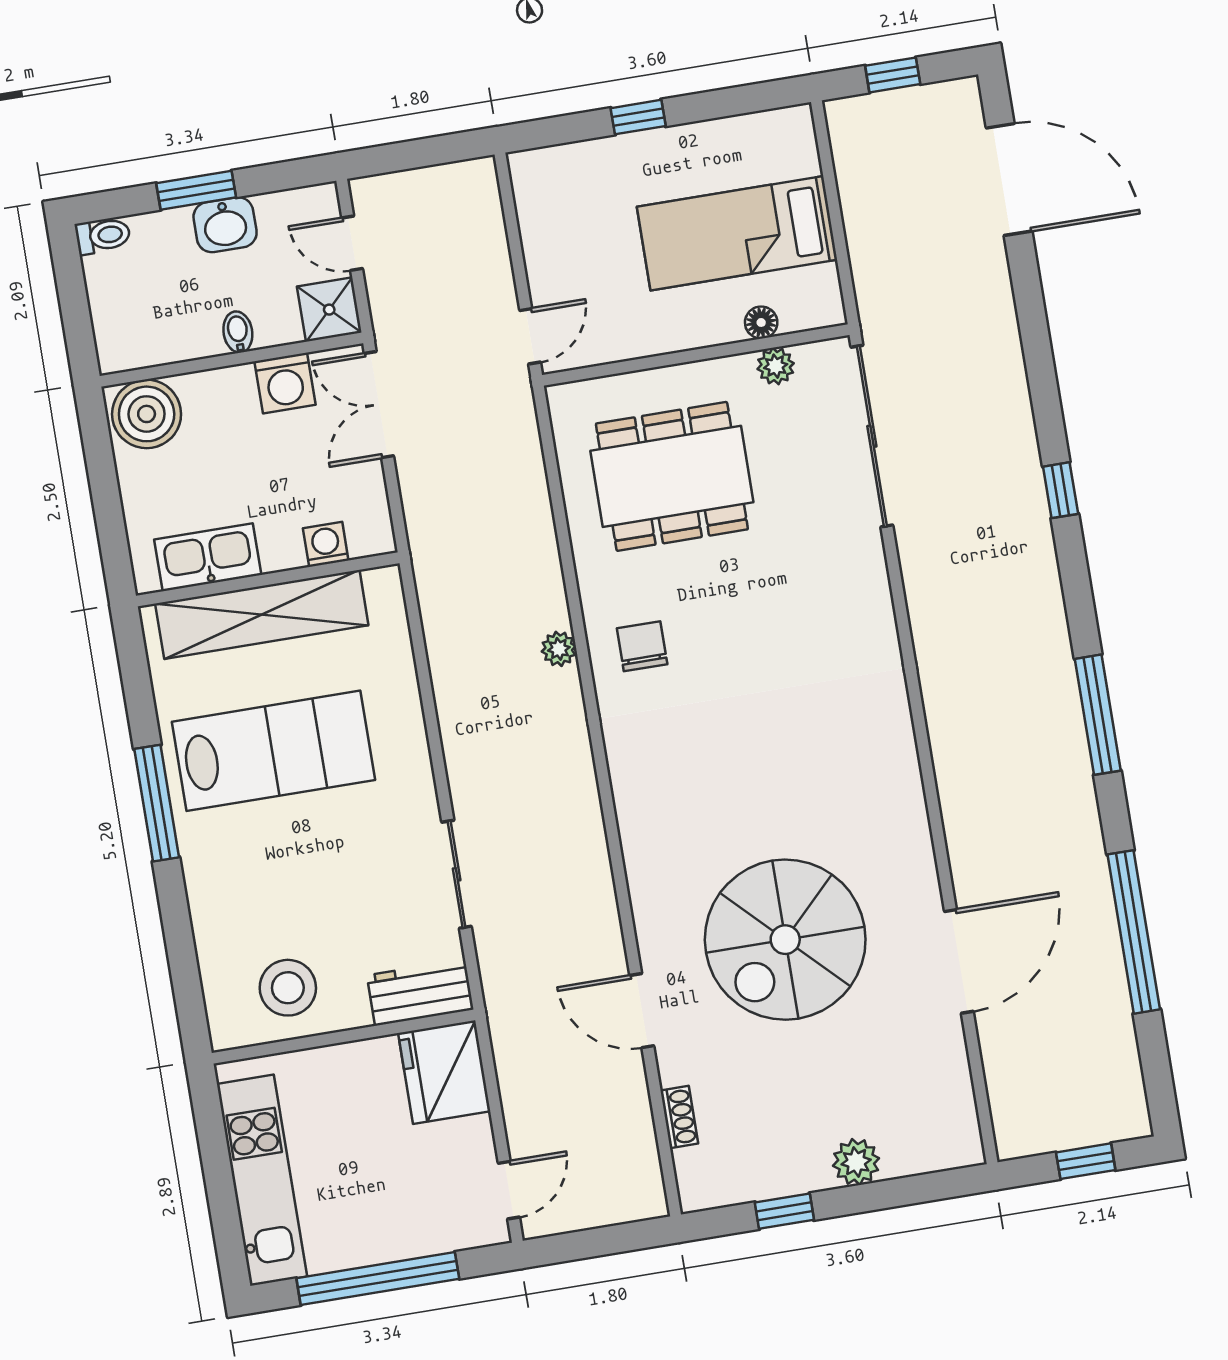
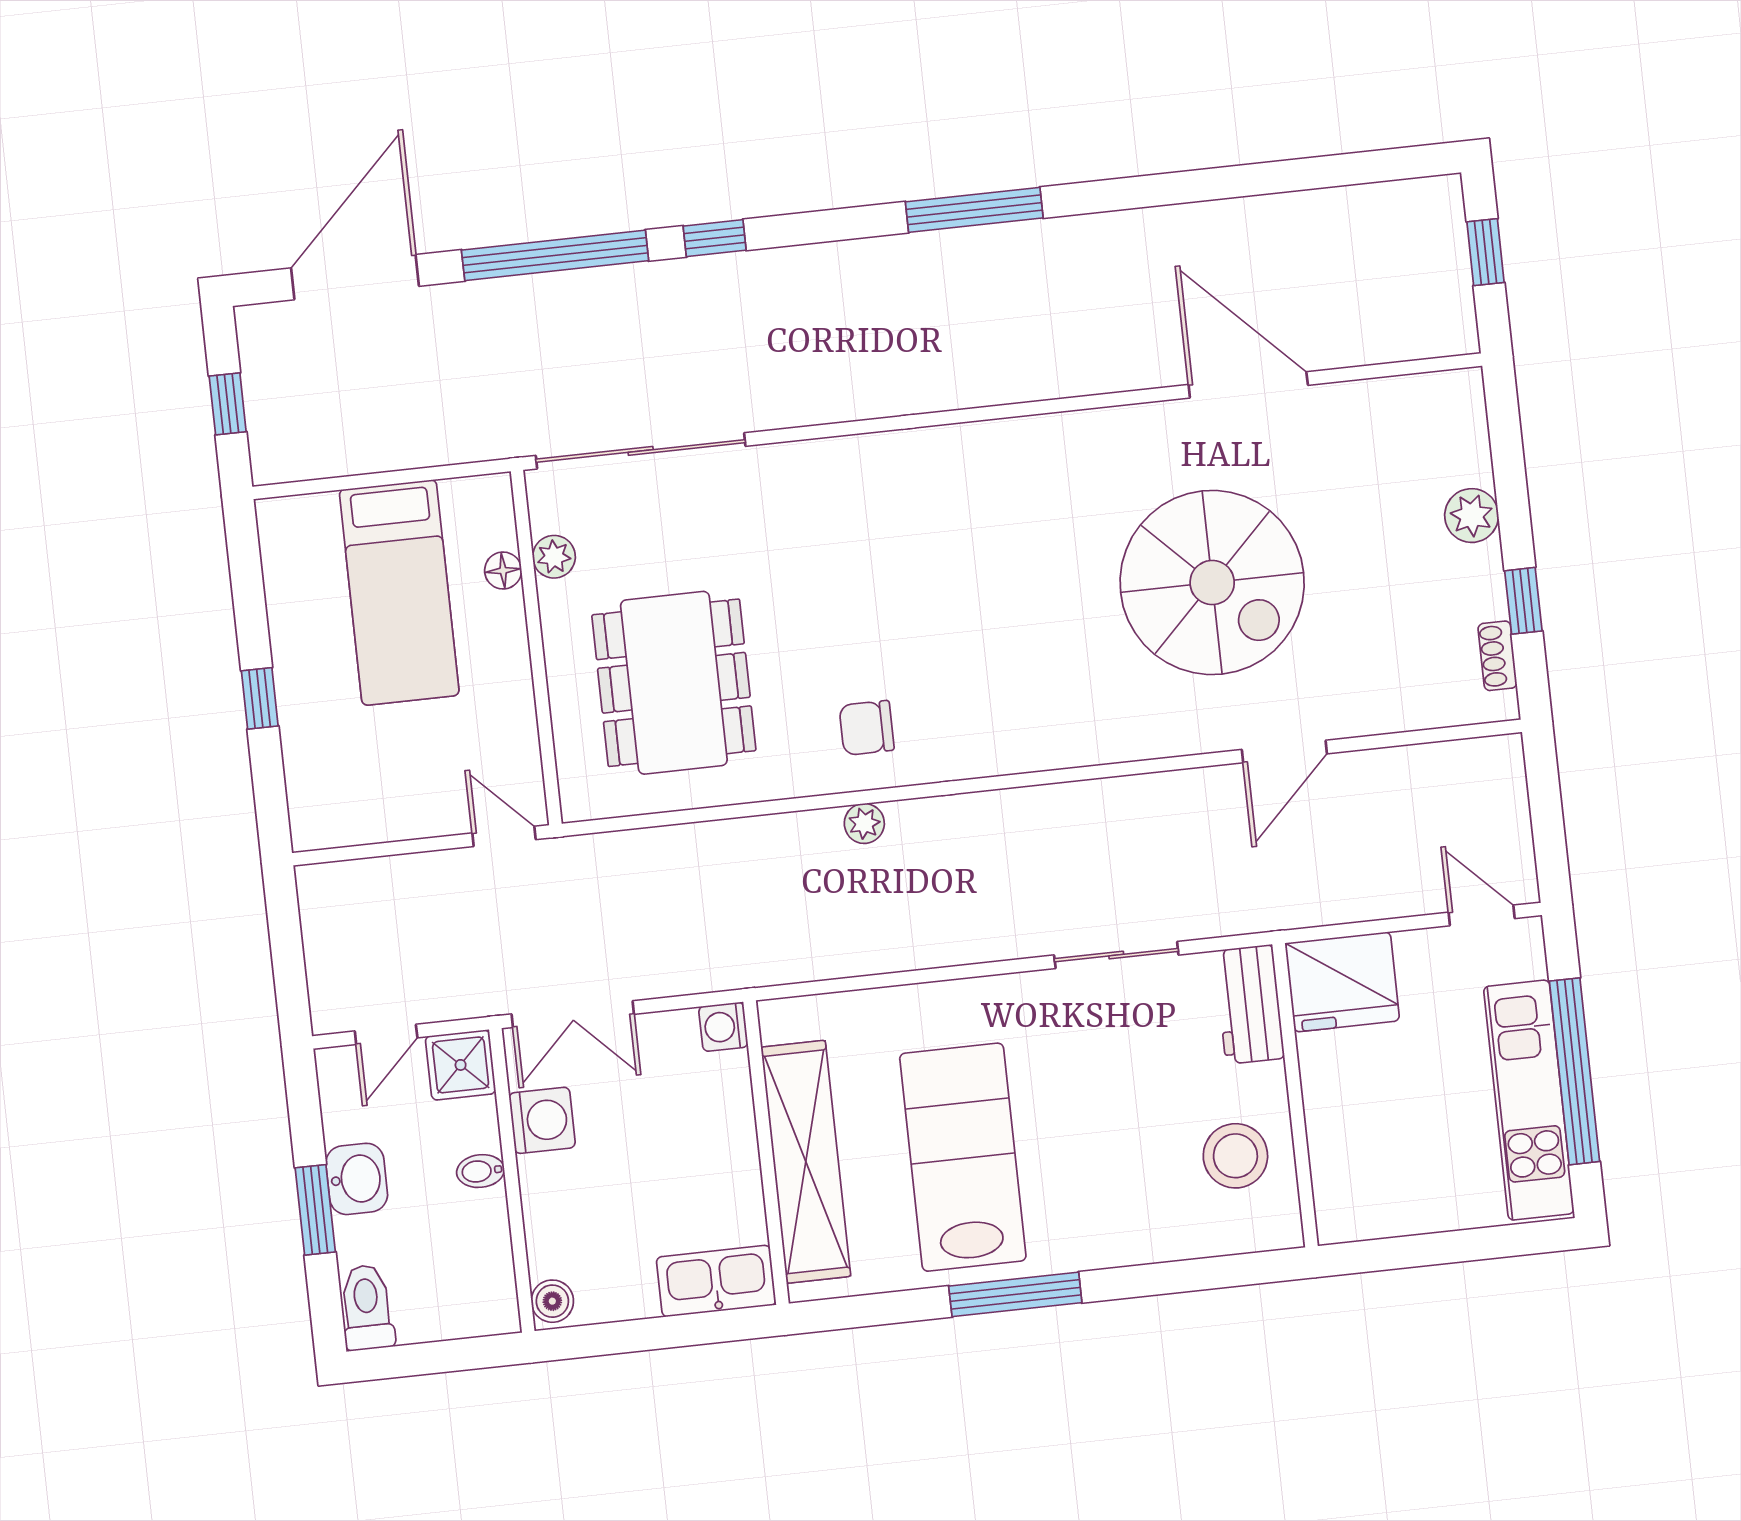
toilet: (103, 236) -> (367, 1307), width x1.37, depth x1.39
boiler: (147, 414) -> (552, 1301), width x0.54, depth x0.54
washing machine: (326, 544) -> (723, 1027), moved
kitchen sink: (208, 557) -> (716, 1281), moved, turned 90
window: (1134, 932) -> (555, 255), moved
shoe rack: (679, 1117) -> (1497, 656), moved, turned -90
kitchen unit: (262, 1180) -> (1529, 1100), moved, turned -90

